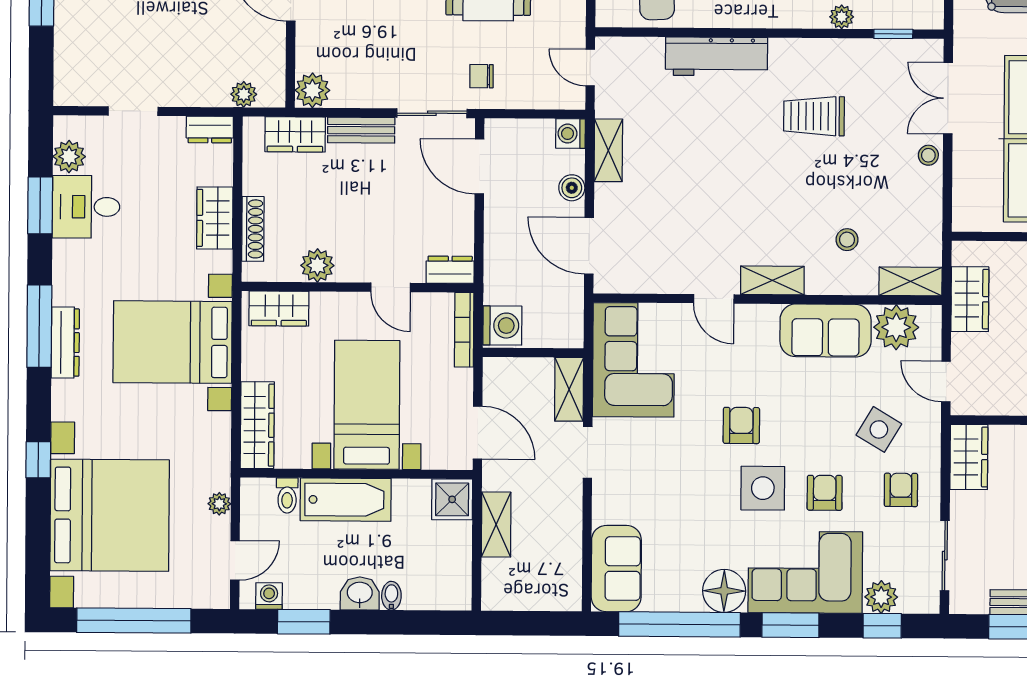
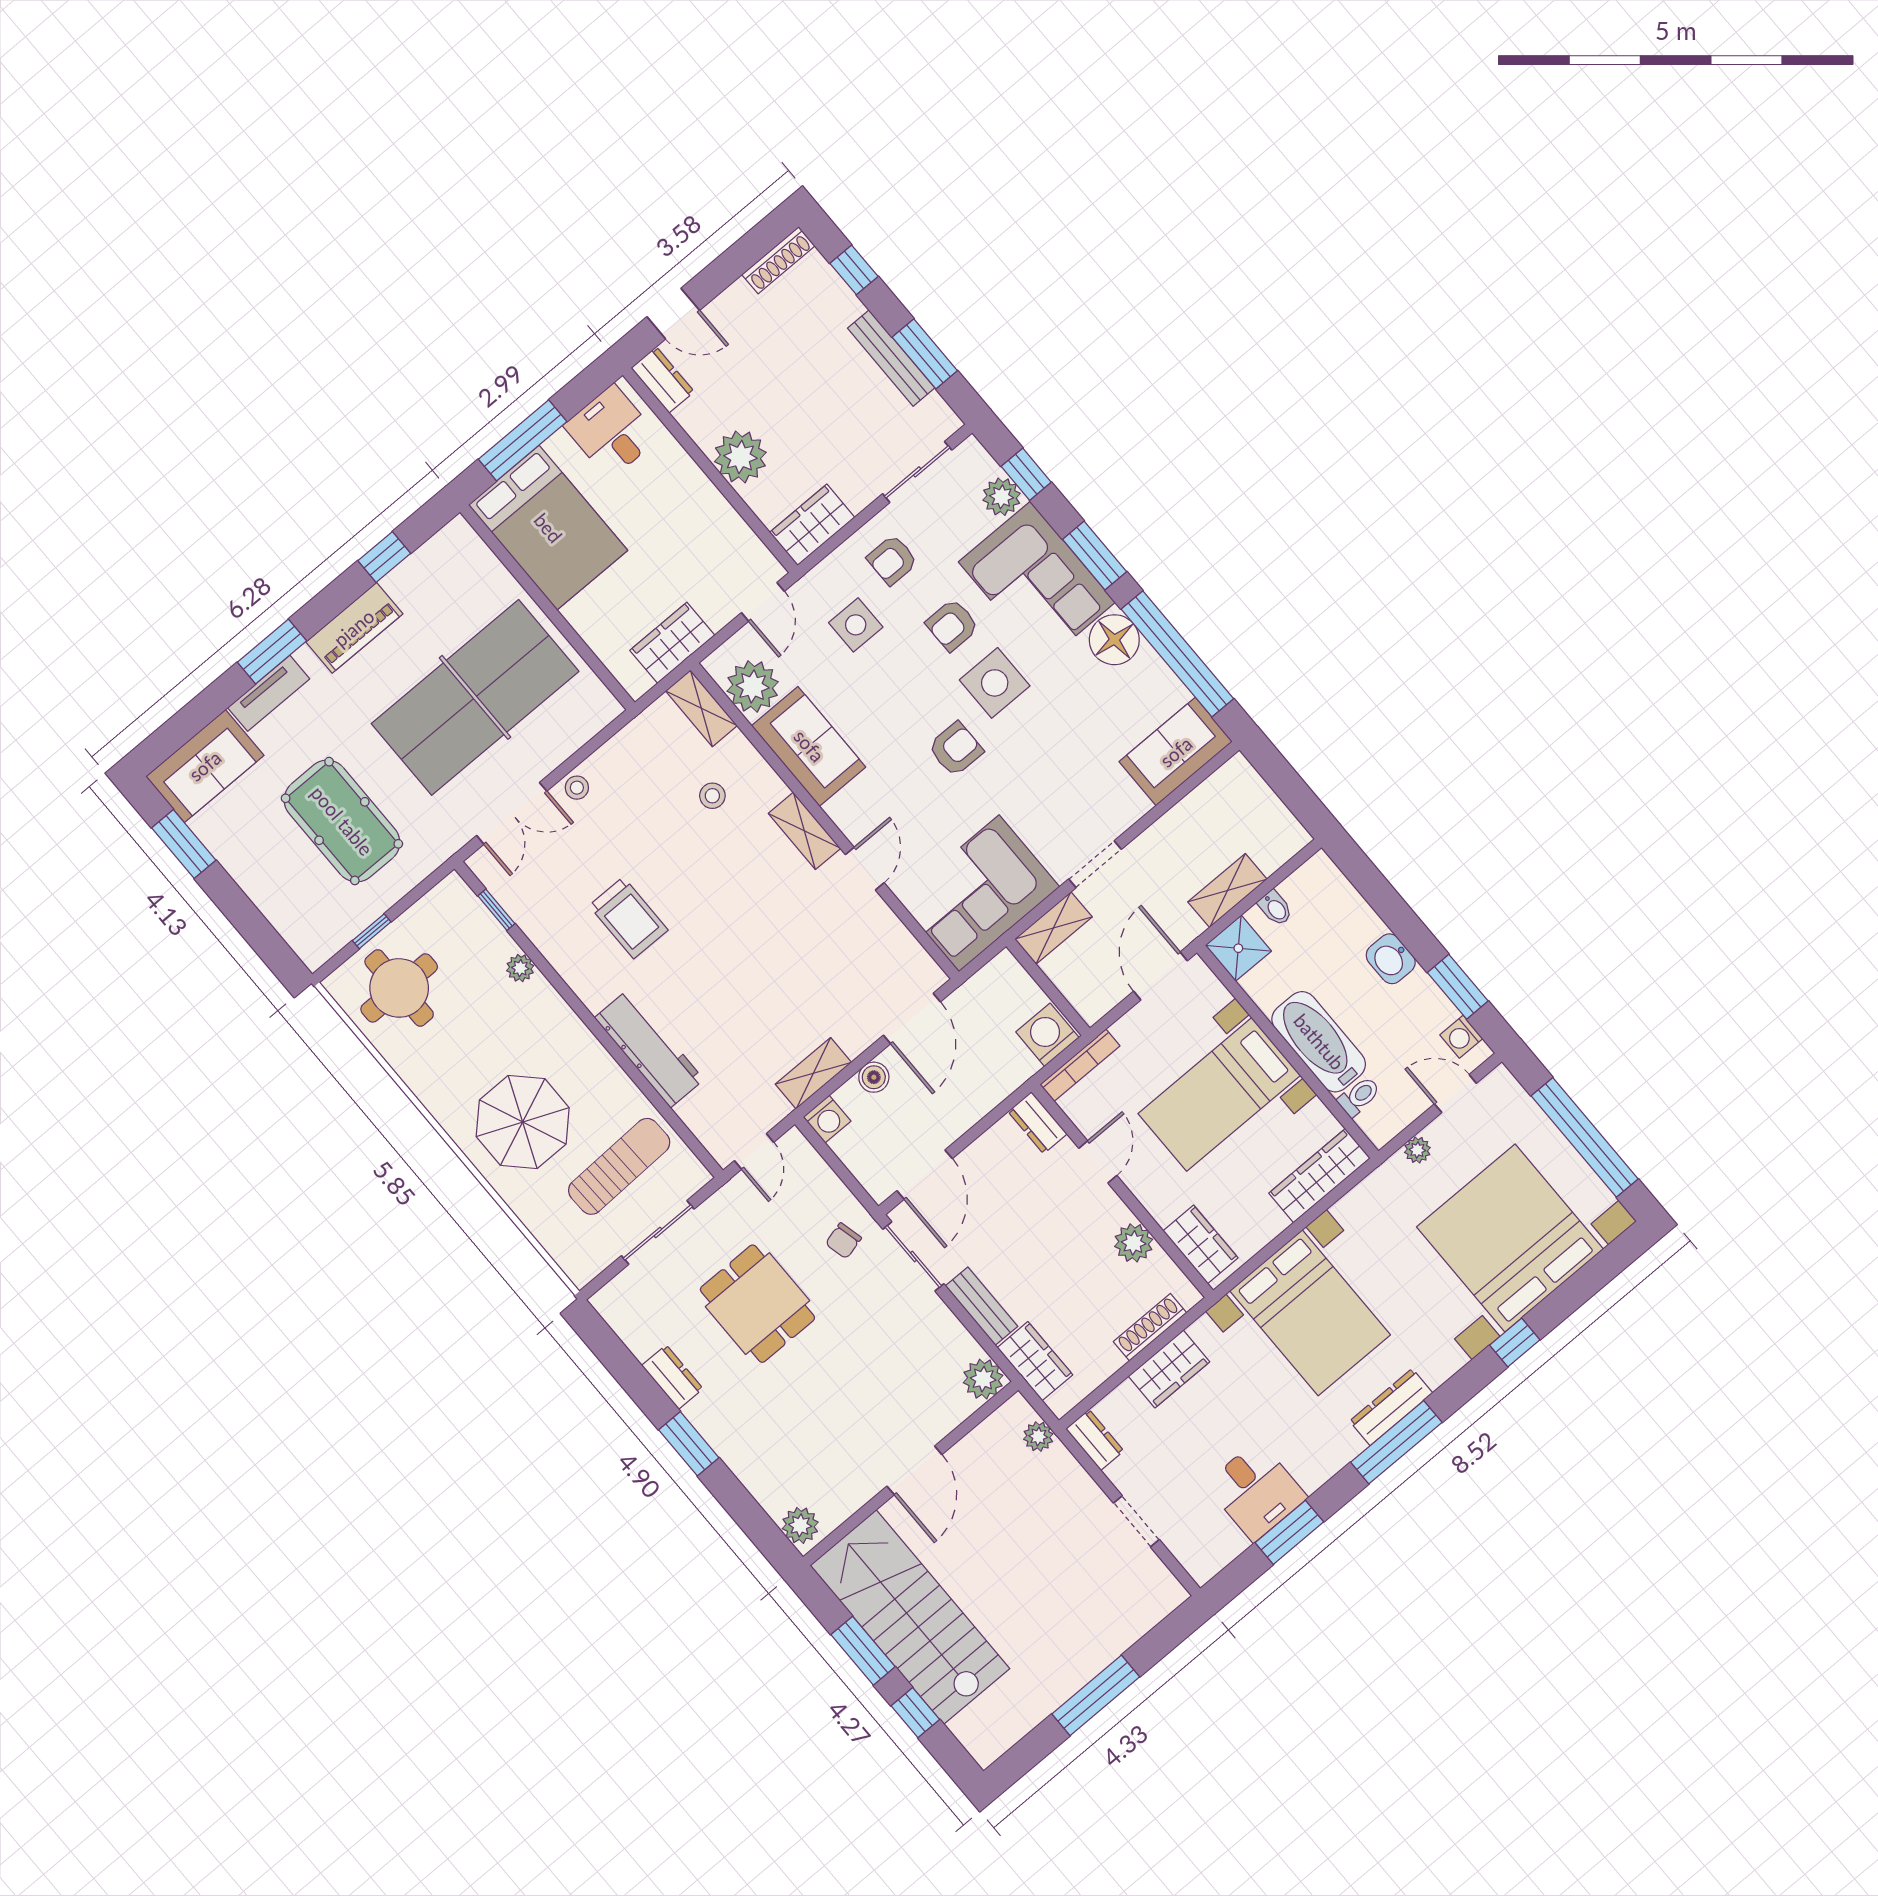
chair: (481, 76) -> (843, 1241), turned 76
plant: (69, 157) -> (1225, 1543), removed
armchair: (741, 425) -> (956, 749), turned 180
side table: (879, 429) -> (856, 625), turned -31
bidet: (391, 596) -> (1275, 908), moved, turned -90

